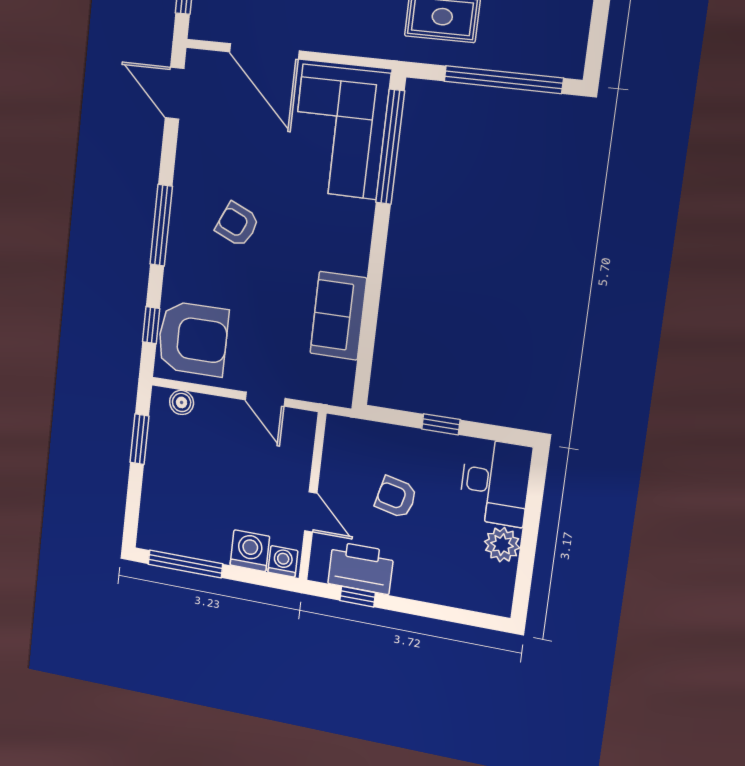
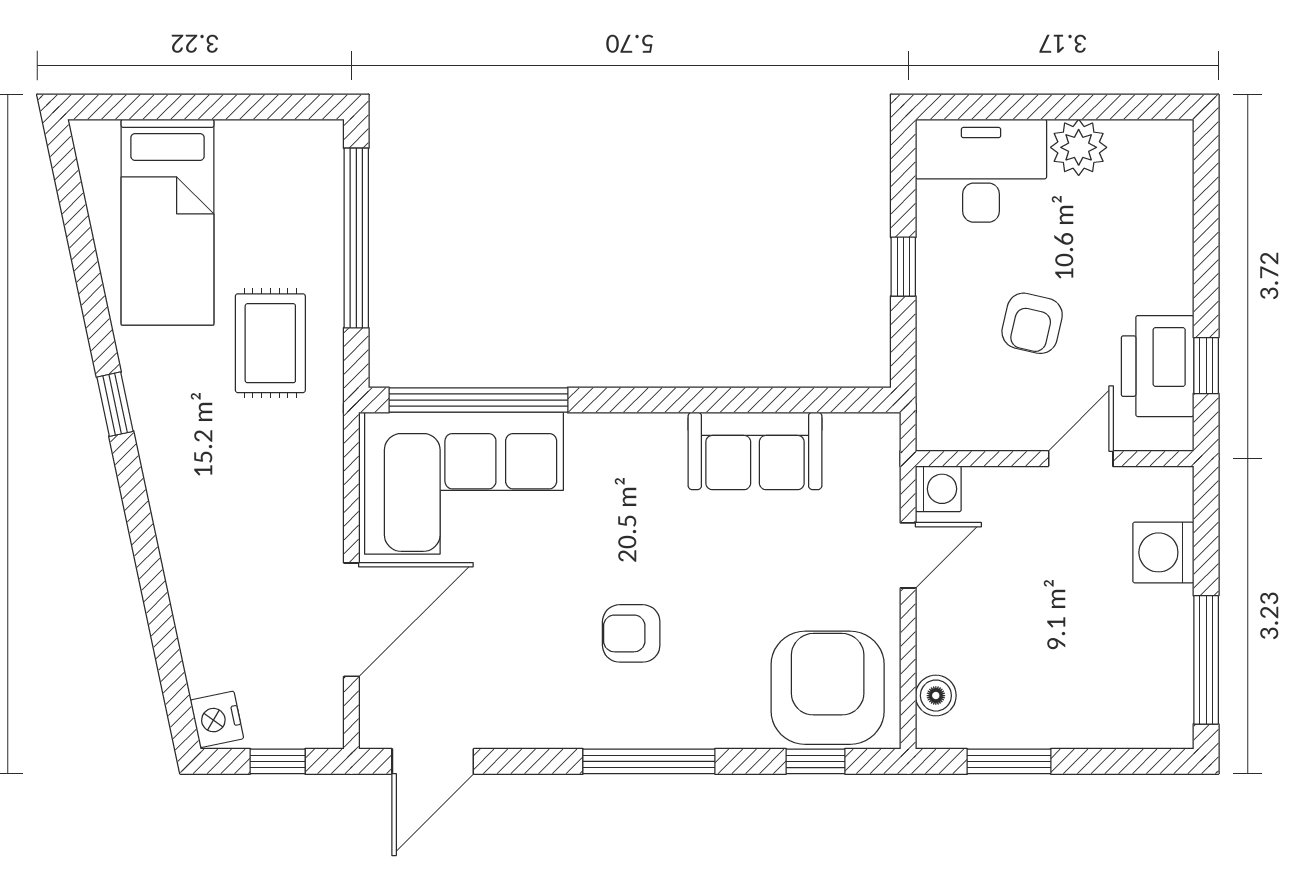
armchair: (237, 224) -> (631, 633), turned 66
washing machine: (283, 561) -> (938, 489), moved, turned 180

